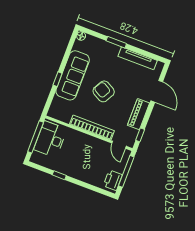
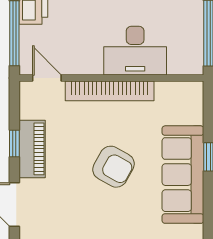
window: (140, 135) -> (14, 143), moved
desk: (50, 139) -> (135, 51), moved, turned 90

